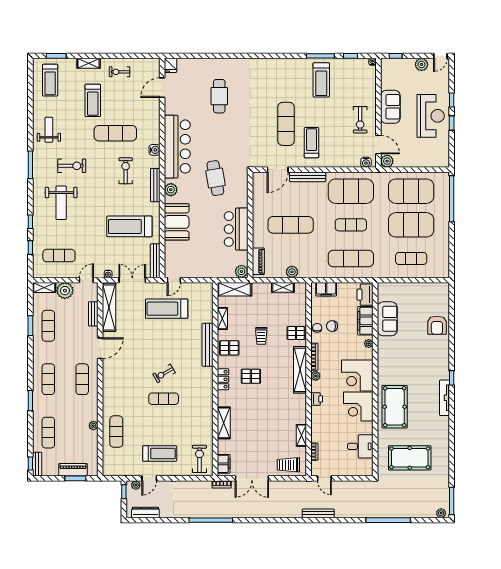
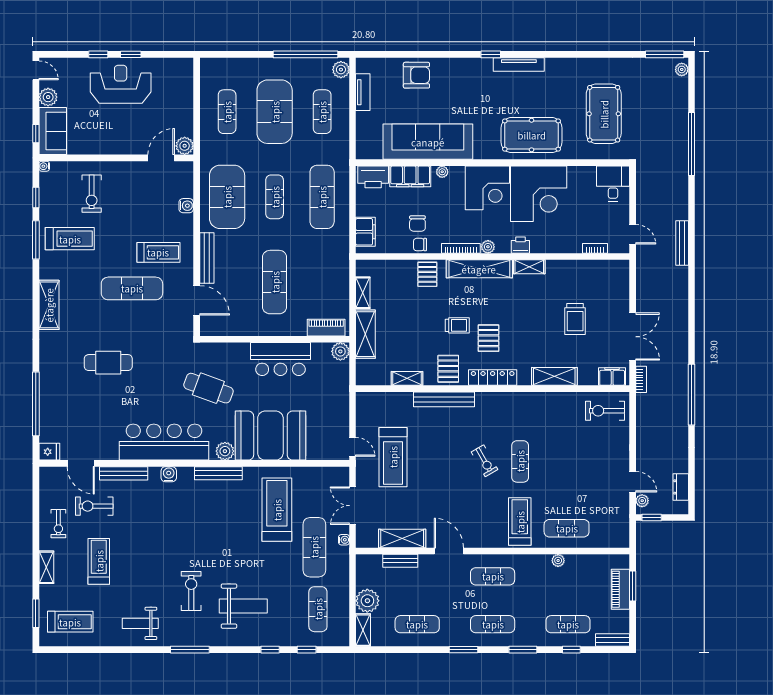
window: (204, 56) -> (36, 404), added
shelving: (274, 65) -> (49, 305), added
cafe table: (219, 96) -> (108, 363), moved
treadmill: (93, 100) -> (99, 561), turned -90
sofa: (390, 107) -> (53, 131), moved, turned 90
exercise bike: (360, 120) -> (92, 194), moved, turned 90
exercise mat: (115, 133) -> (314, 547), moved
treadmill: (312, 143) -> (158, 252), turned 180
water cooler: (366, 162) -> (186, 206), moved
exercise bike: (126, 171) -> (94, 506), moved
cafe table: (215, 178) -> (208, 388), turned 30
exercise mat: (411, 191) -> (227, 112), width x0.50, depth x0.69
window: (452, 199) -> (306, 54), moved
booth: (177, 222) -> (270, 436), width x1.36, depth x1.42
treadmill: (129, 226) -> (277, 510), turned 180
bench: (155, 261) -> (124, 473), moved
plant: (292, 272) -> (341, 70), moved
door: (86, 280) -> (353, 571), removed
tv unit: (425, 287) -> (363, 92), added
shelving: (235, 289) -> (365, 334), moved
shelving: (109, 307) -> (402, 538), width x0.68
sofa: (387, 319) -> (428, 142), width x1.85, depth x1.27
window: (30, 326) -> (463, 650), moved
trolley: (261, 336) -> (457, 325), moved
locker: (223, 379) -> (493, 377), width x1.53
corner desk: (358, 407) -> (539, 194), width x1.36, depth x1.36
shelving: (301, 435) -> (529, 267), moved
desk: (360, 446) -> (613, 184), moved
treadmill: (160, 454) -> (520, 522), moved
window: (30, 464) -> (571, 650), moved
trolley: (288, 465) -> (575, 319), moved
door: (324, 478) -> (633, 234), hinge flipped
dresser: (145, 512) -> (681, 487), width x0.70

